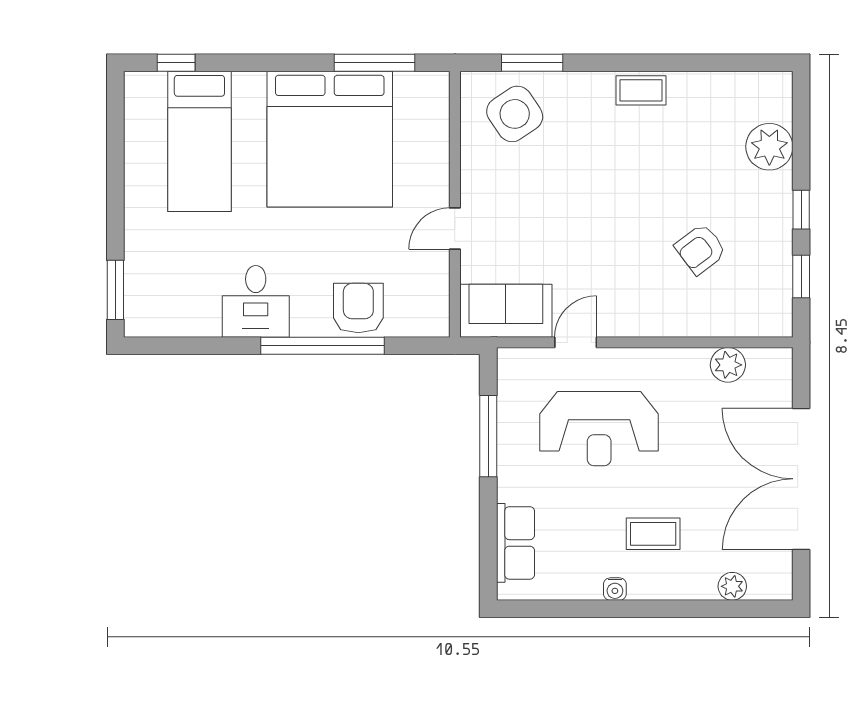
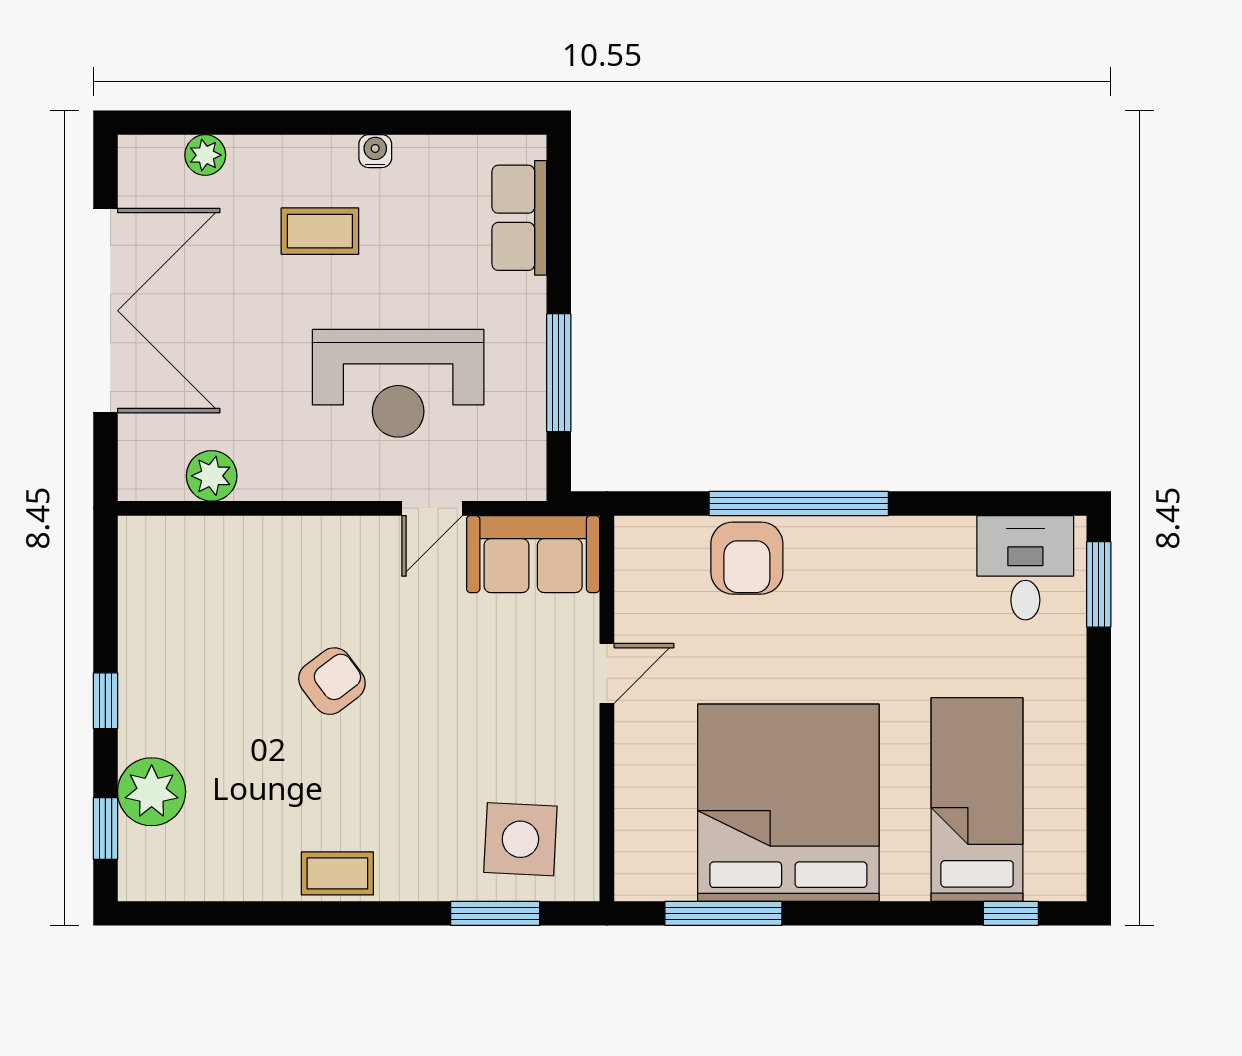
side table: (515, 114) -> (520, 839), turned 37
armchair: (700, 249) -> (332, 681), moved
window: (801, 277) -> (105, 828), moved
desk: (256, 301) -> (1025, 568), moved
reception desk: (599, 429) -> (398, 383), turned 180

